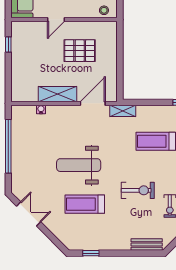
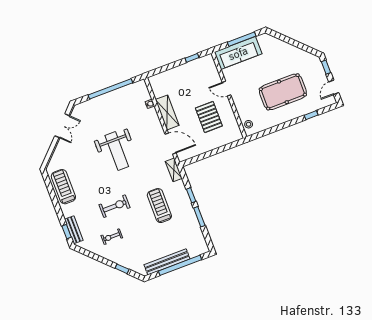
window: (158, 102) -> (191, 195), added
weight bench: (79, 165) -> (117, 151), turned 180
exercise bike: (138, 190) -> (115, 206), turned -90
treadmill: (85, 204) -> (63, 187), moved
window: (91, 253) -> (67, 232), moved

